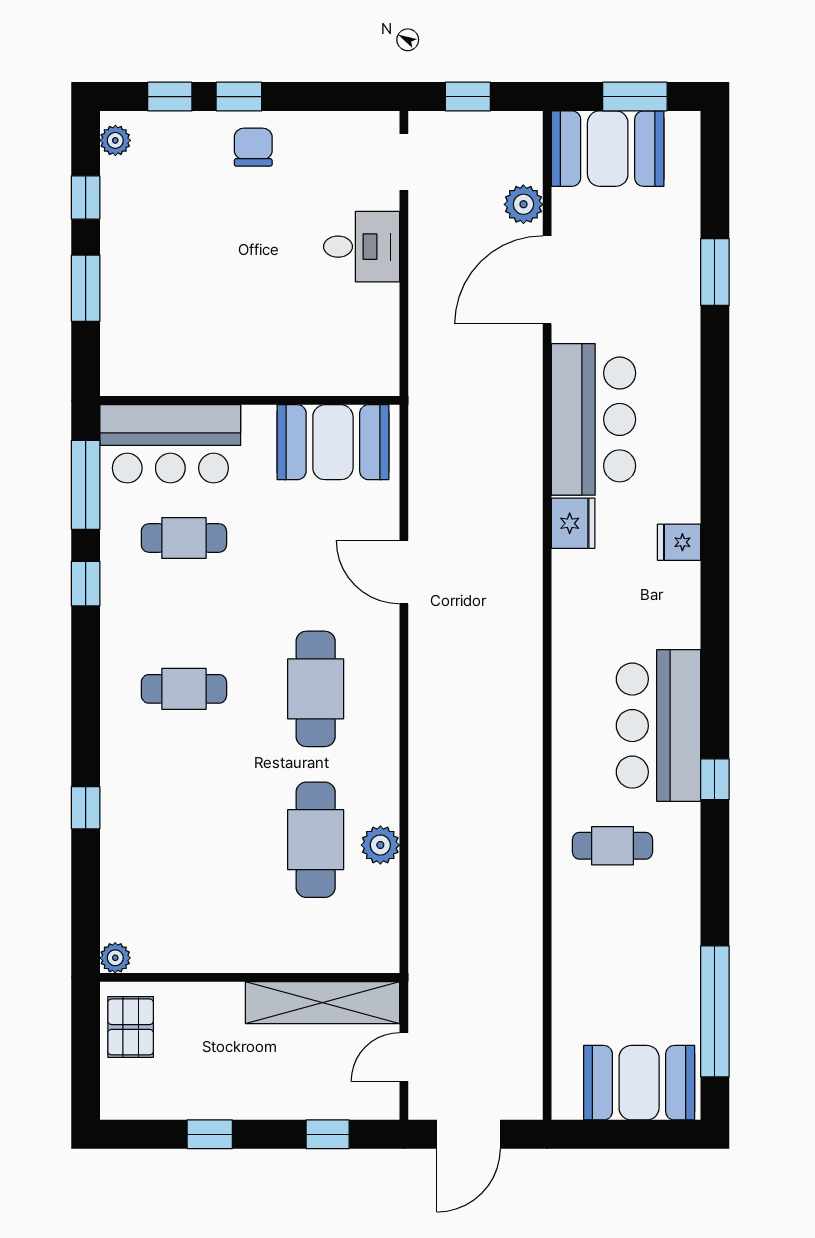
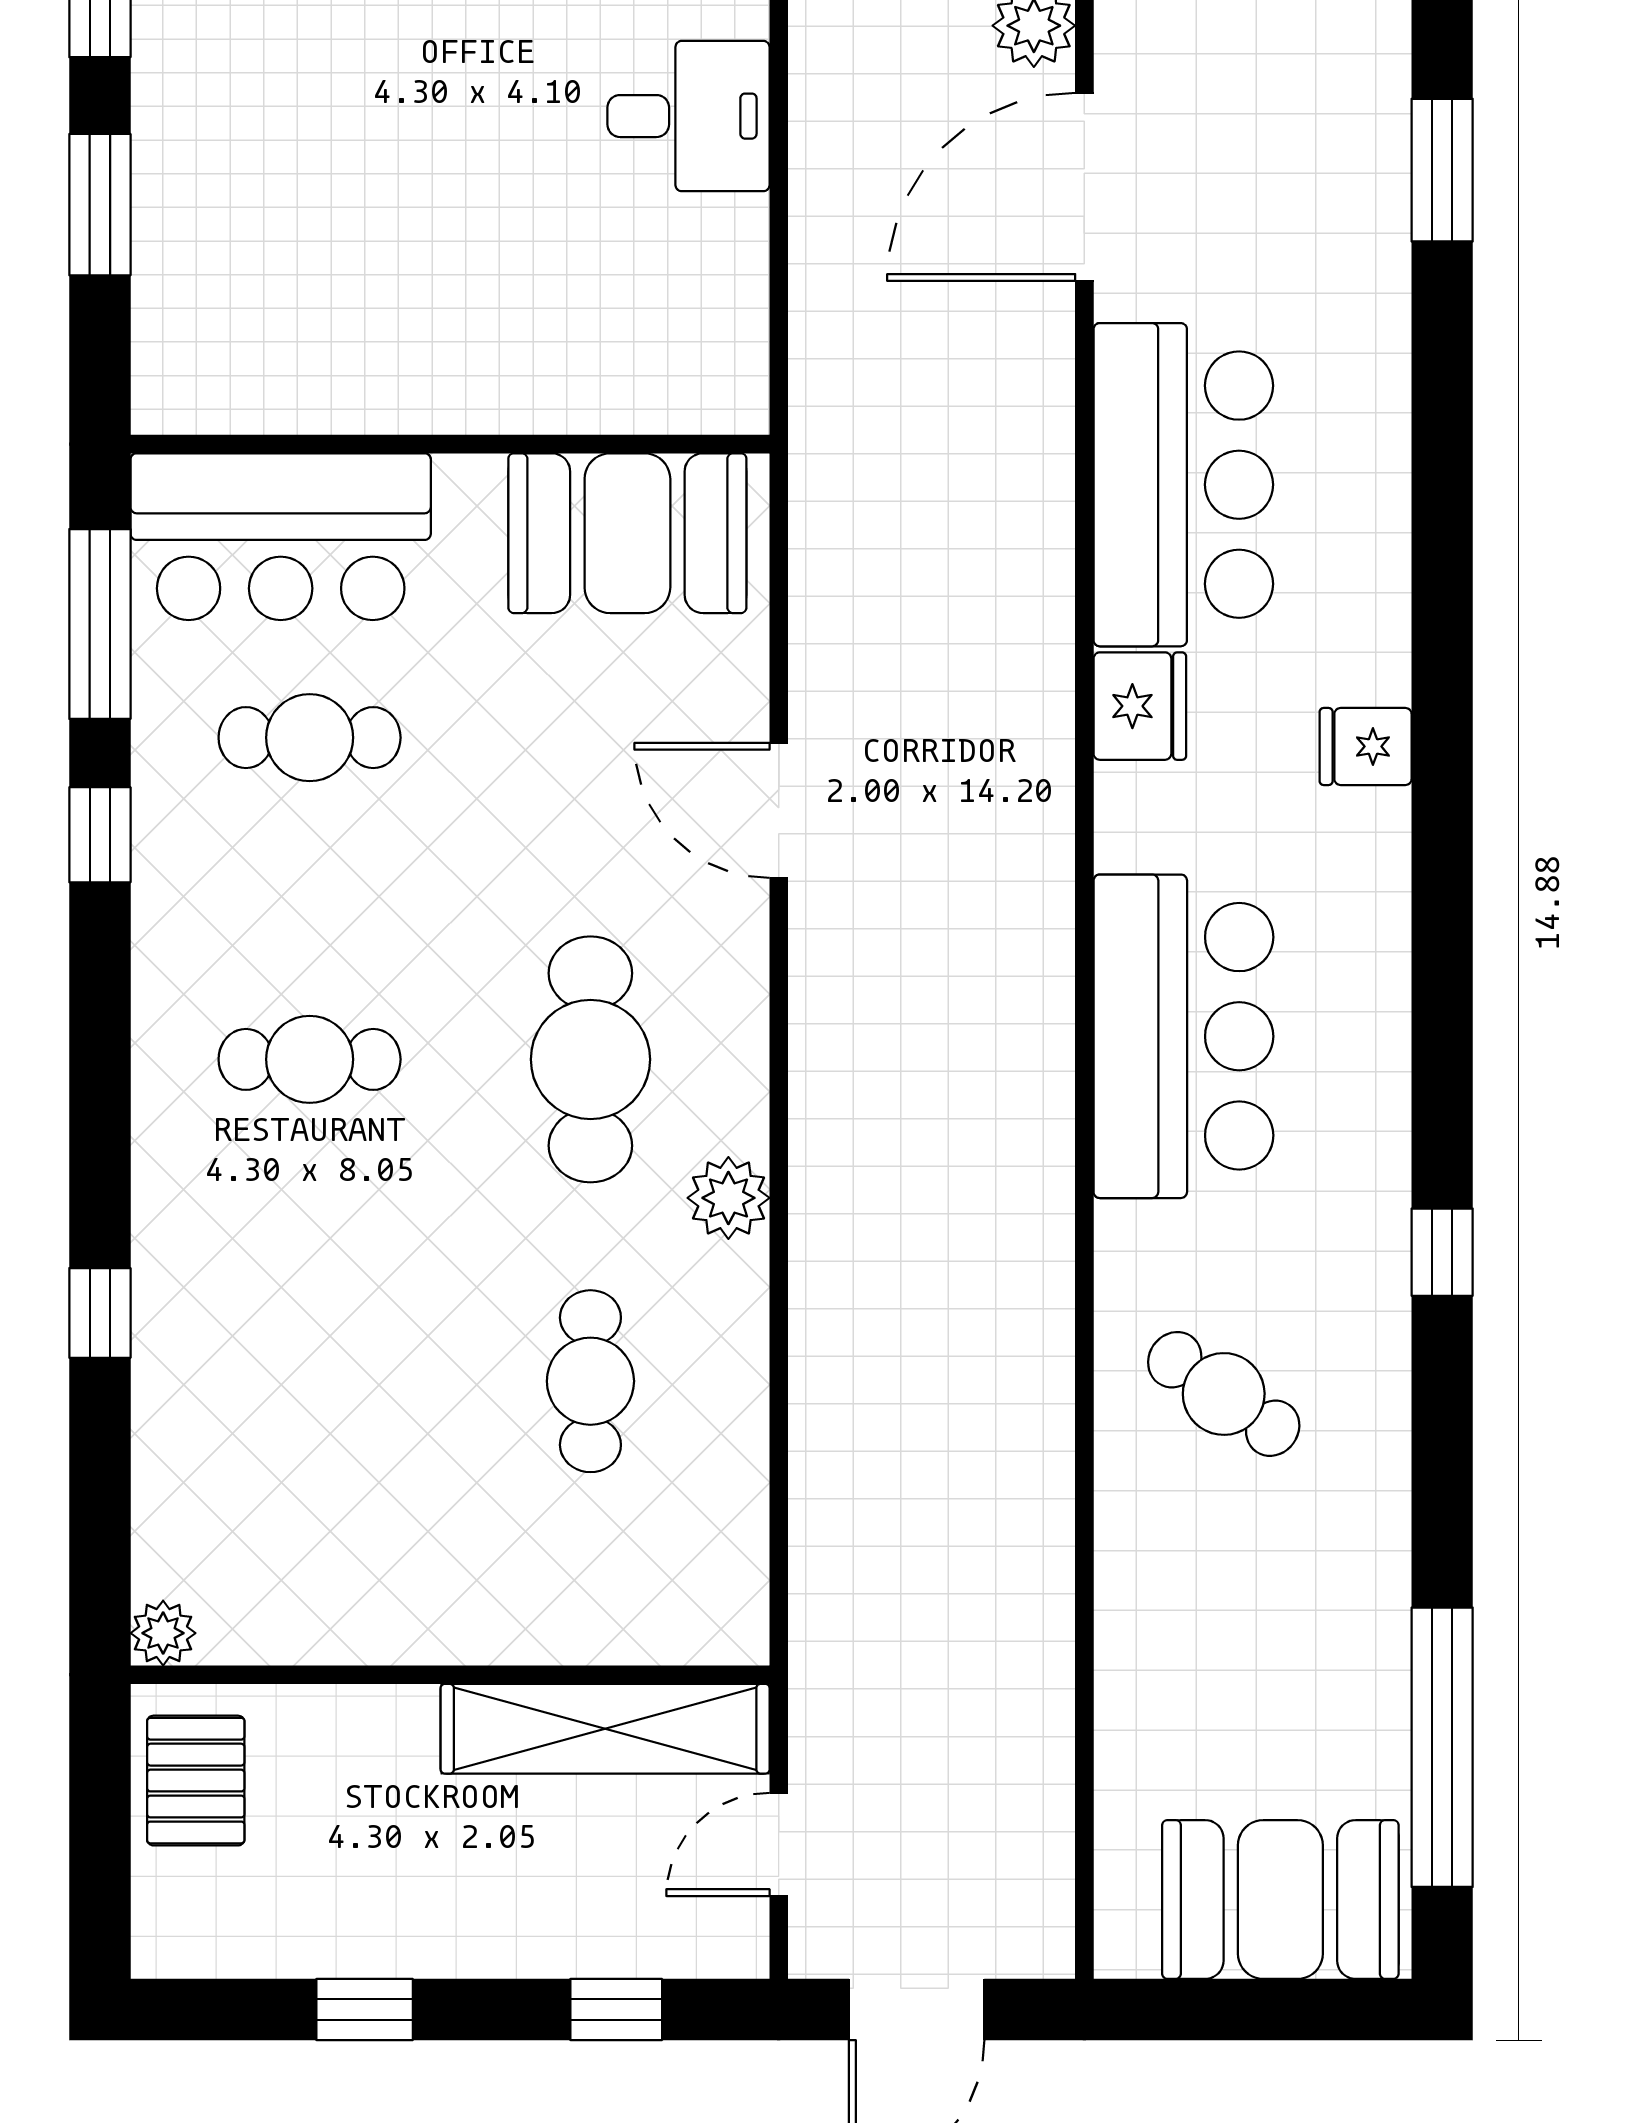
bar counter: (658, 726) -> (1183, 1036), moved, turned 180
cafe table: (316, 840) -> (590, 1381), width x0.73, depth x0.74
plant: (380, 845) -> (728, 1198), moved
cafe table: (612, 846) -> (1224, 1394), turned 35

